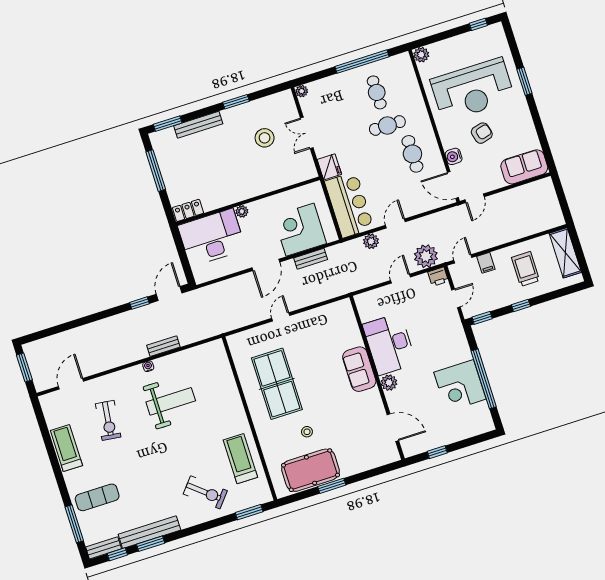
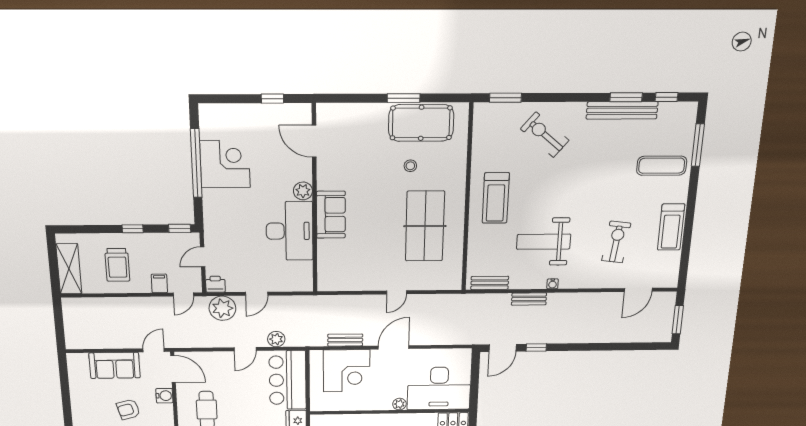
sofa: (524, 167) -> (115, 365), moved
treadmill: (240, 459) -> (496, 198), moved
bench: (104, 548) -> (490, 283), moved

